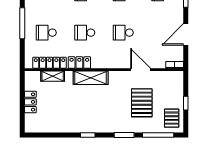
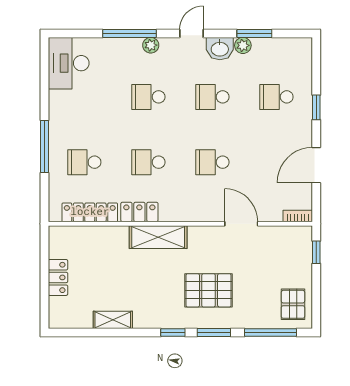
shelving: (53, 76) -> (113, 320), moved
pallet: (142, 103) -> (209, 290), moved, turned 90
window: (186, 103) -> (316, 252), moved
window: (88, 135) -> (173, 333), moved

